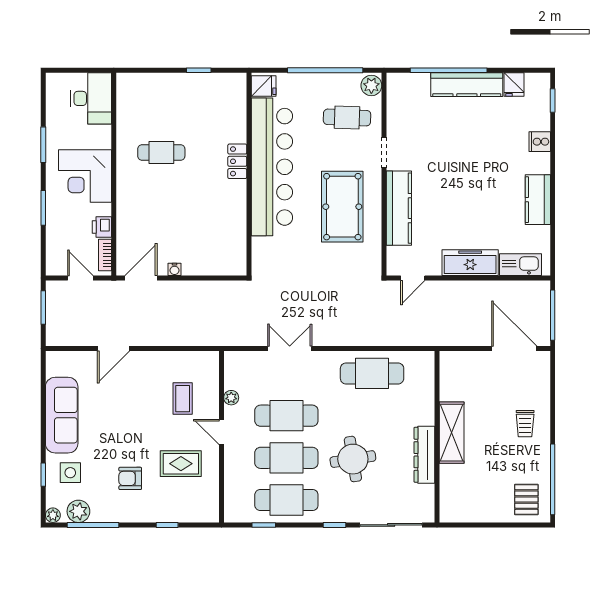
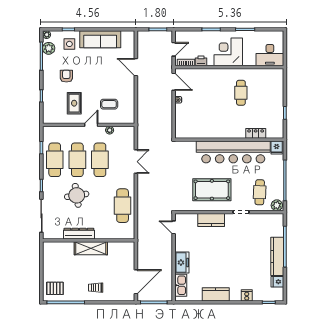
locker: (237, 161) -> (256, 133), moved
kitchen counter: (399, 208) -> (211, 220), width x0.67
freezer: (470, 263) -> (182, 262), width x0.71

